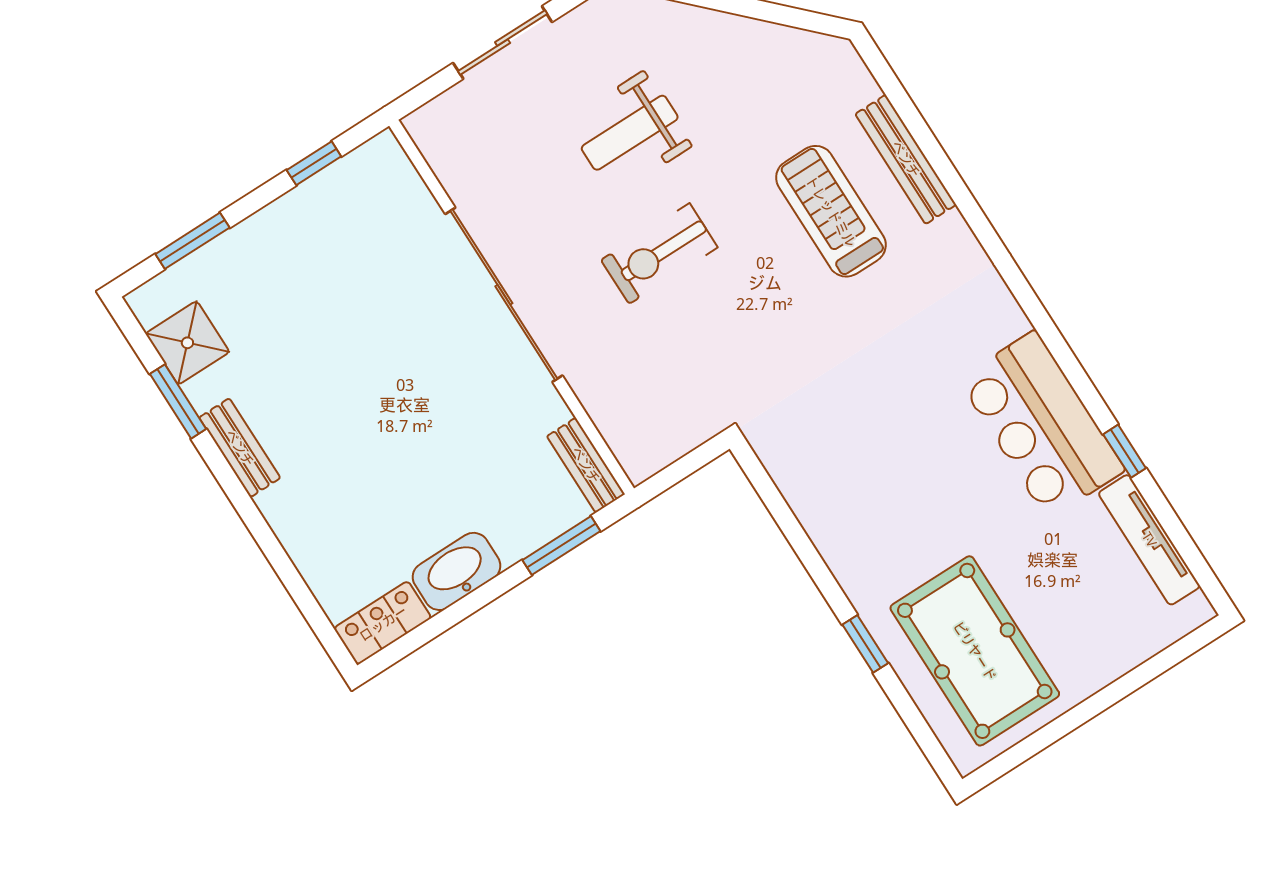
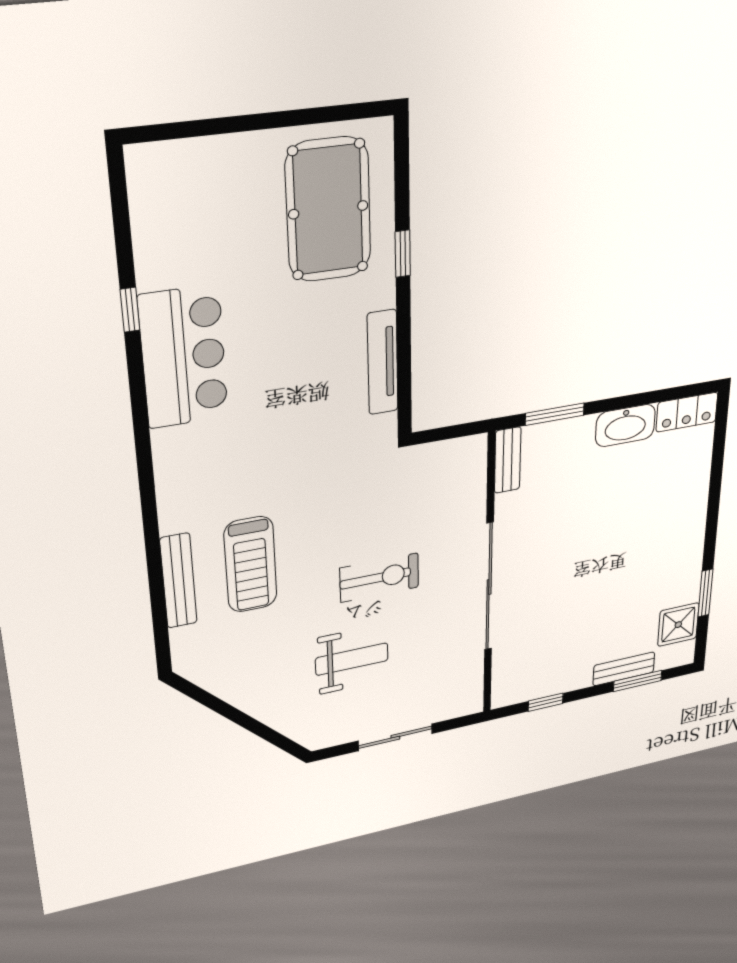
bench: (240, 448) -> (624, 669), moved, turned 90
tv unit: (1149, 540) -> (383, 362), moved, turned 180

